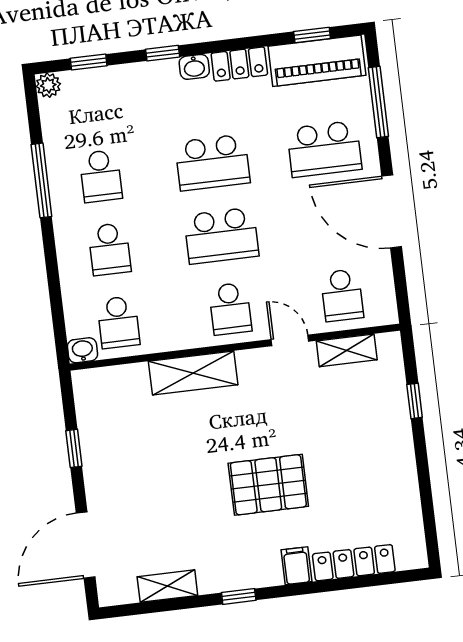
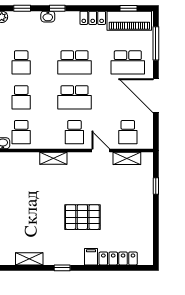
washbasin: (194, 67) -> (48, 17), moved
shelving: (193, 373) -> (53, 158), width x0.67, depth x0.75

